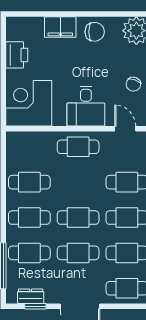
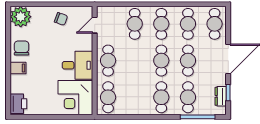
filing cabinet: (60, 27) -> (18, 68), width x0.50
printer: (17, 55) -> (18, 104), moved, turned 90
desk: (86, 106) -> (77, 65), moved
cafe table: (29, 182) -> (108, 97), moved

